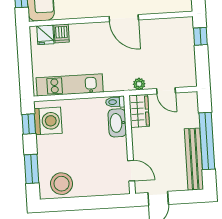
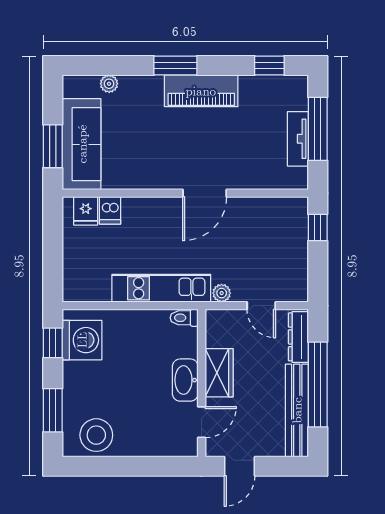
door: (124, 18) -> (205, 193), hinge flipped
kitchen unit: (70, 85) -> (161, 288), moved
dresser: (192, 110) -> (298, 337), added
wardrobe: (139, 111) -> (219, 373), moved
washbasin: (117, 123) -> (185, 380), moved
door: (131, 171) -> (202, 422), hinge flipped

